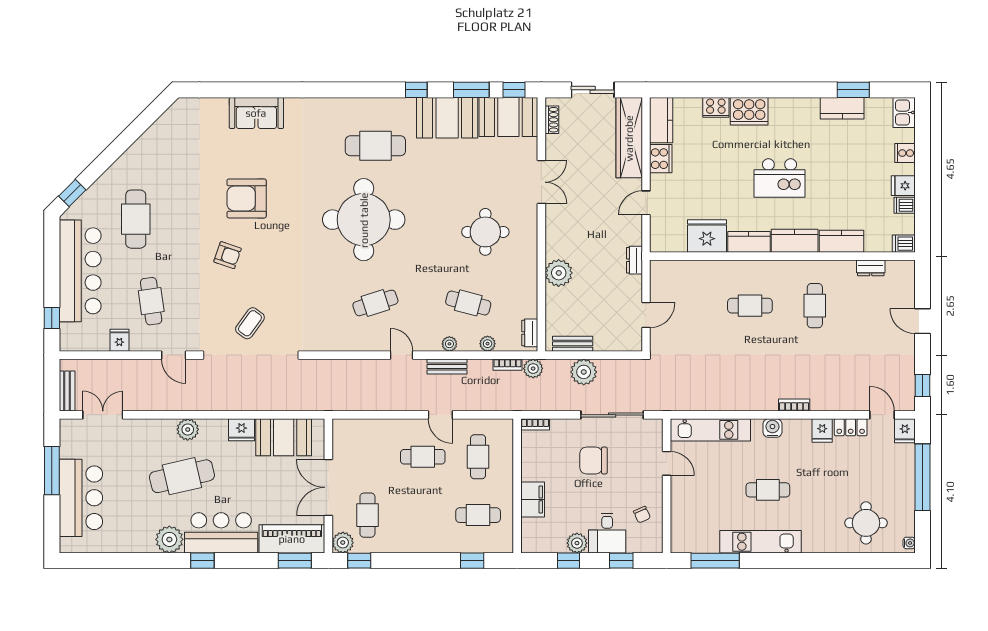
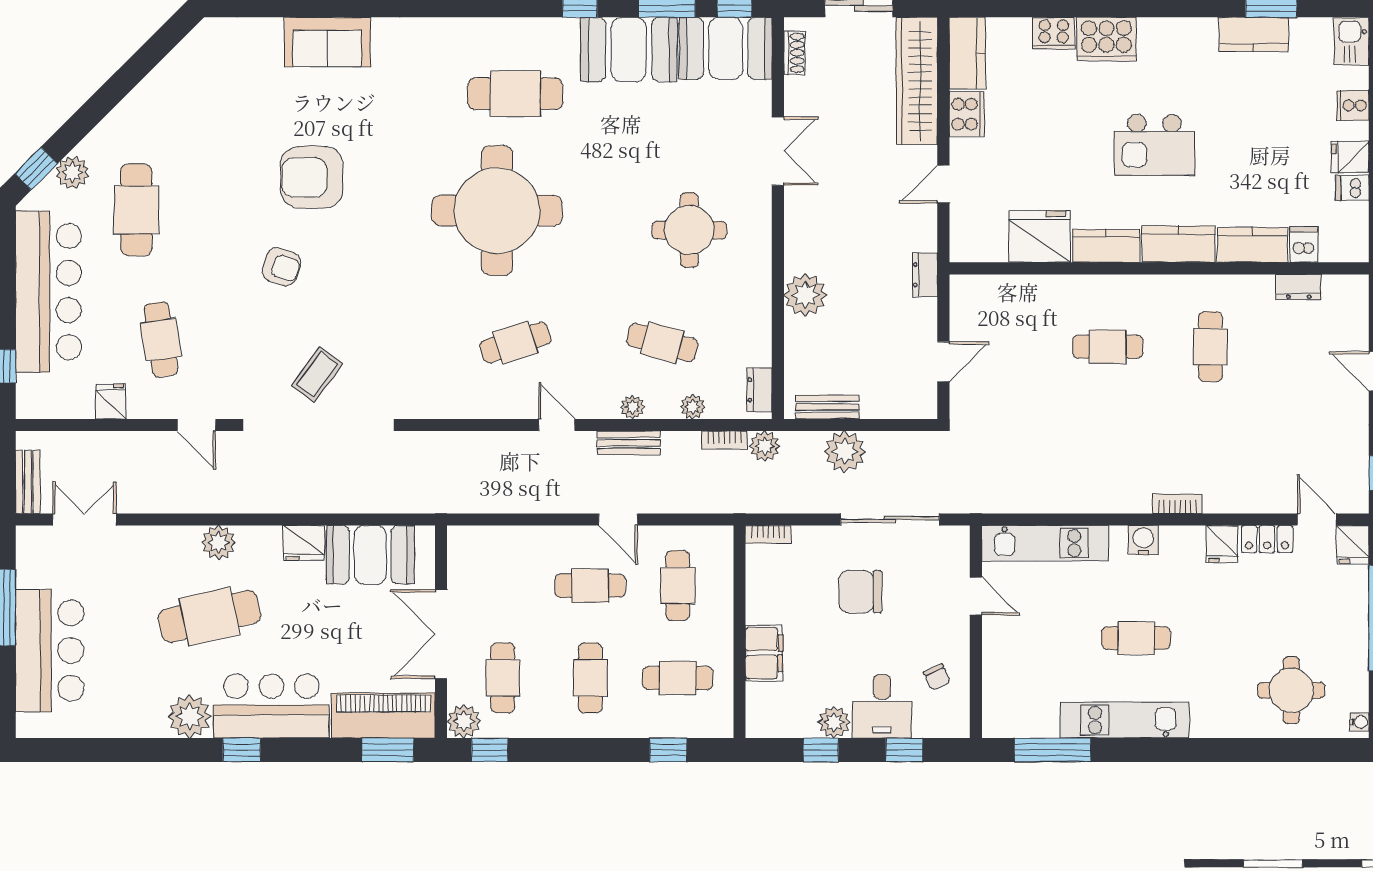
plant: (95, 195) -> (72, 172), added
dishwasher: (904, 244) -> (1304, 244), moved, turned 90
cafe table: (423, 515) -> (590, 678), added

